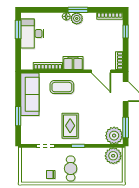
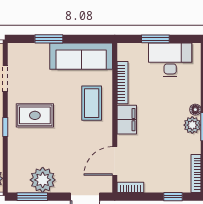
window: (18, 30) -> (155, 39), moved
plant: (114, 136) -> (43, 180), moved

